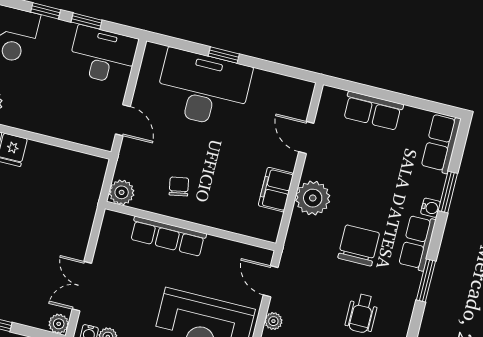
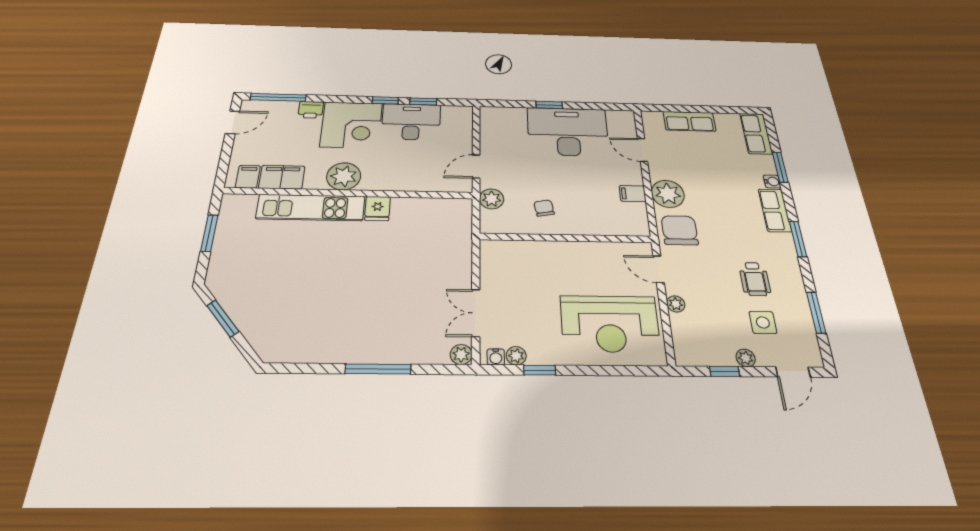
desk: (103, 55) -> (411, 122), moved
desk: (203, 89) -> (568, 132), moved
door: (123, 120) -> (476, 166), swing flipped
filing cabinet: (276, 190) -> (633, 194), width x0.50
plant: (122, 192) -> (492, 199), moved
row of seats: (168, 236) -> (548, 251), removed
chair: (359, 245) -> (680, 230), moved

